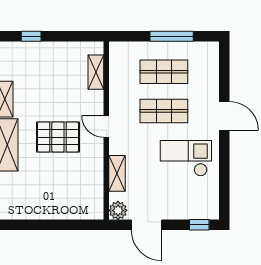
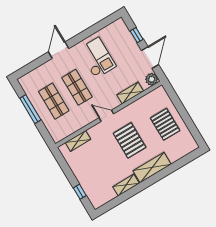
door: (106, 127) -> (106, 116), swing flipped
checkout: (186, 158) -> (97, 58), turned 180
pallet: (52, 194) -> (165, 124), added
window: (199, 225) -> (137, 35), moved

